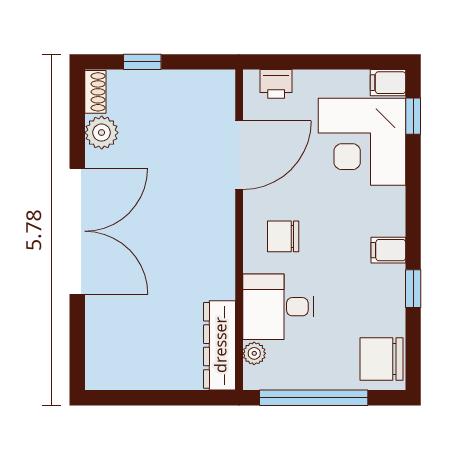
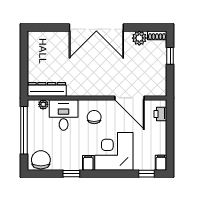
corner desk: (362, 142) -> (114, 151), moved

